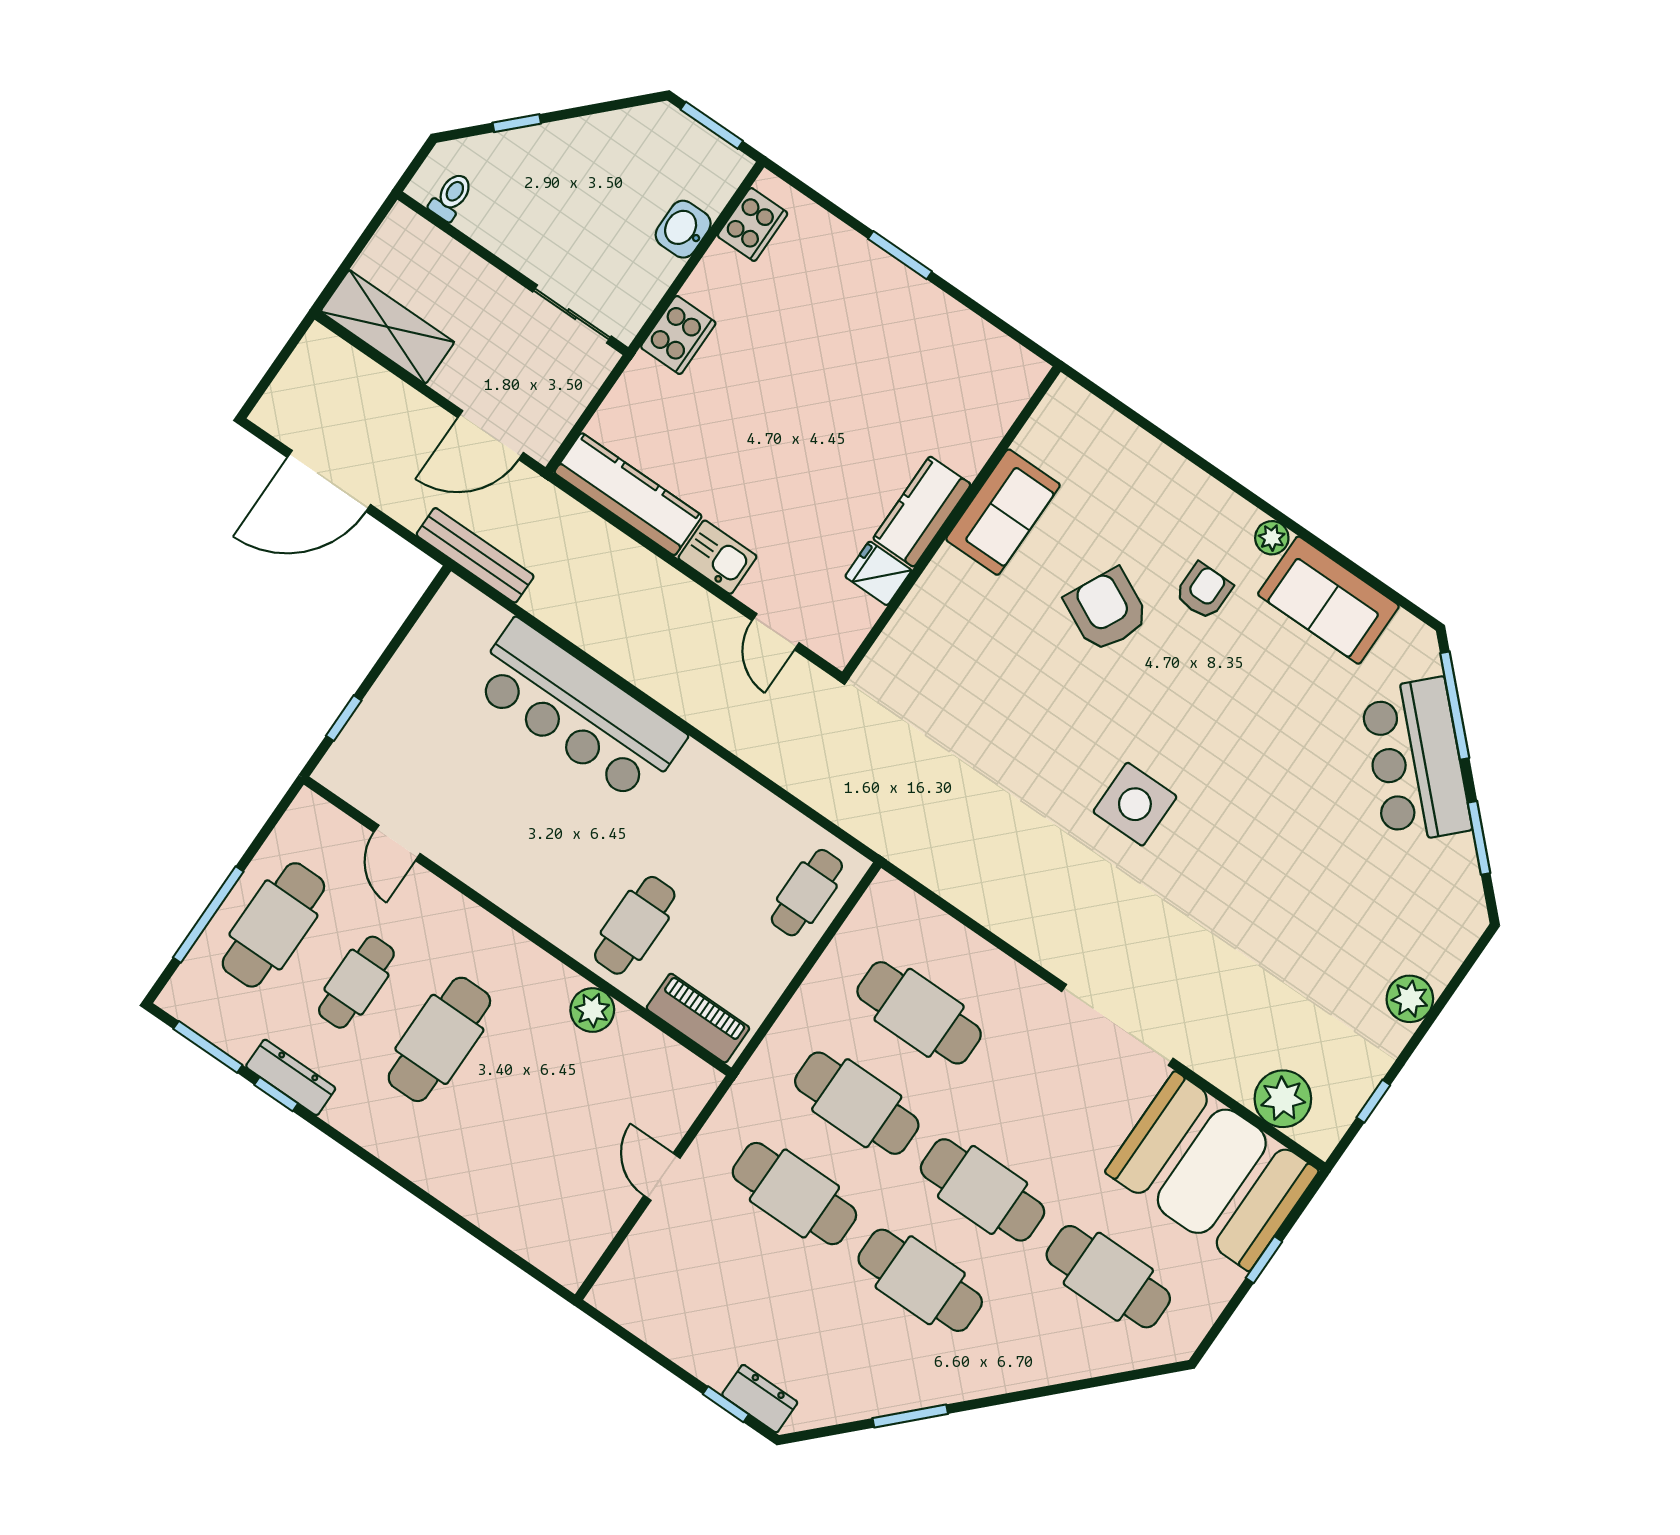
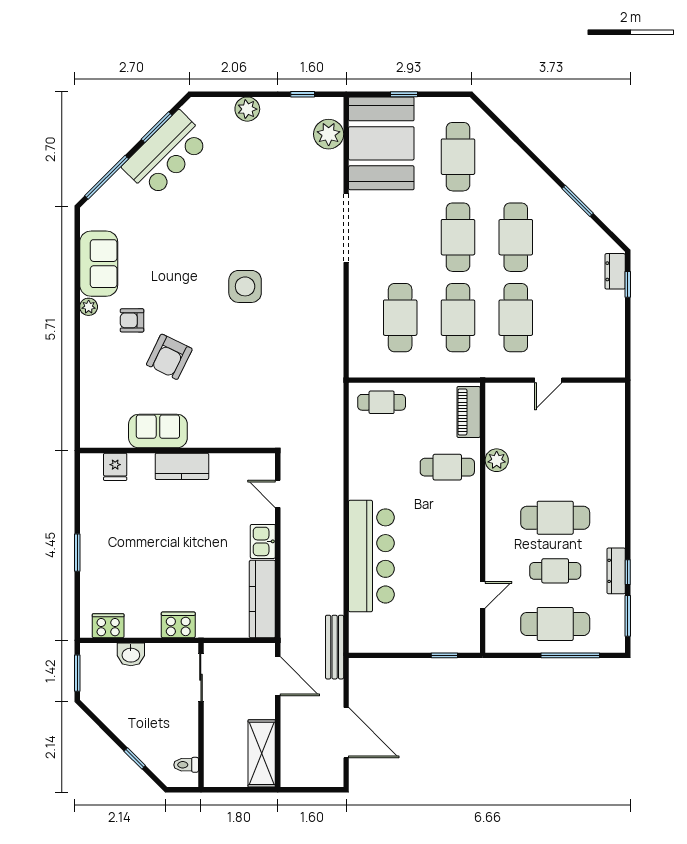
fridge: (878, 573) -> (115, 467), moved
door: (776, 632) -> (278, 494), swing flipped
bar counter: (1416, 761) -> (166, 154), moved

